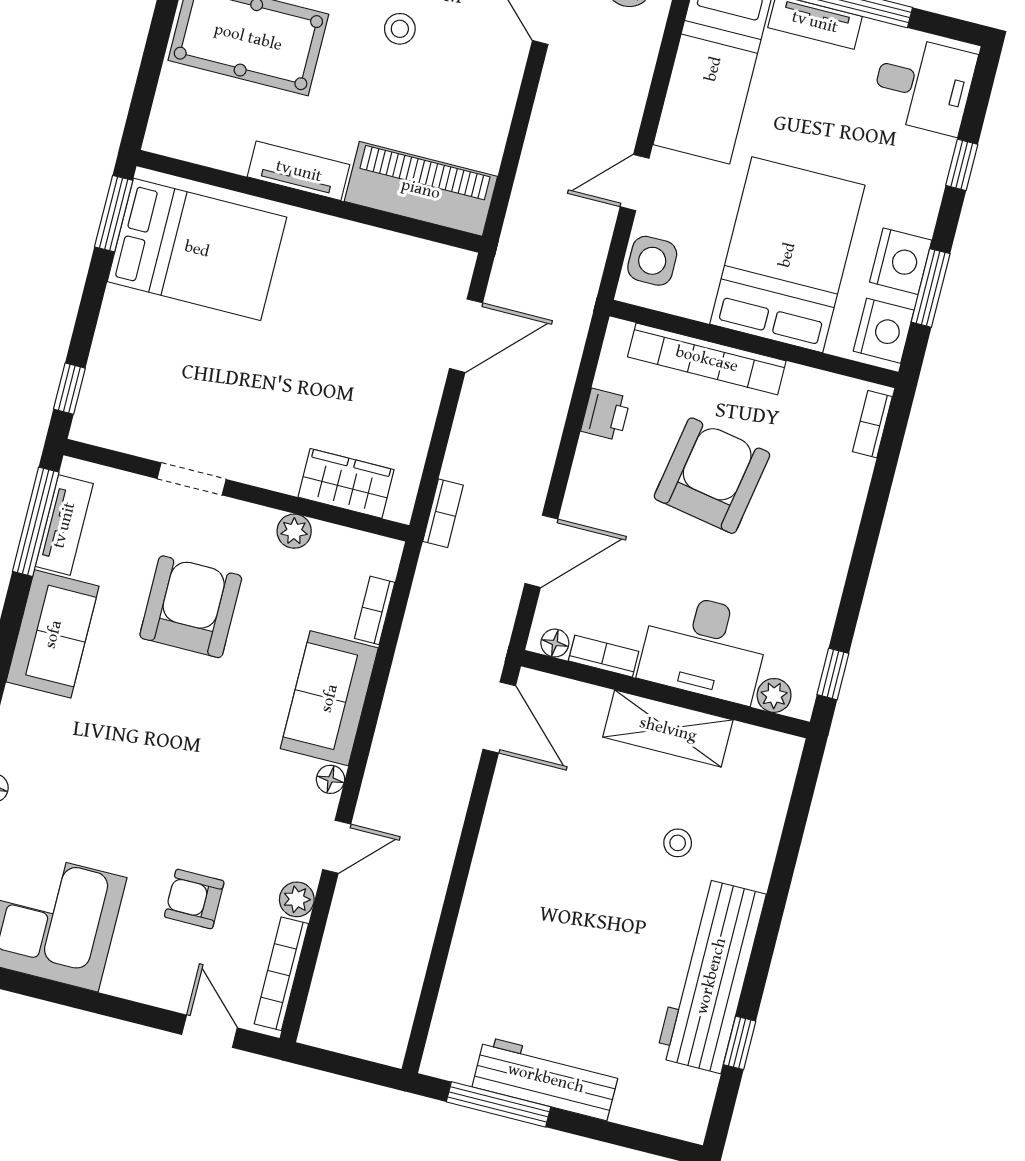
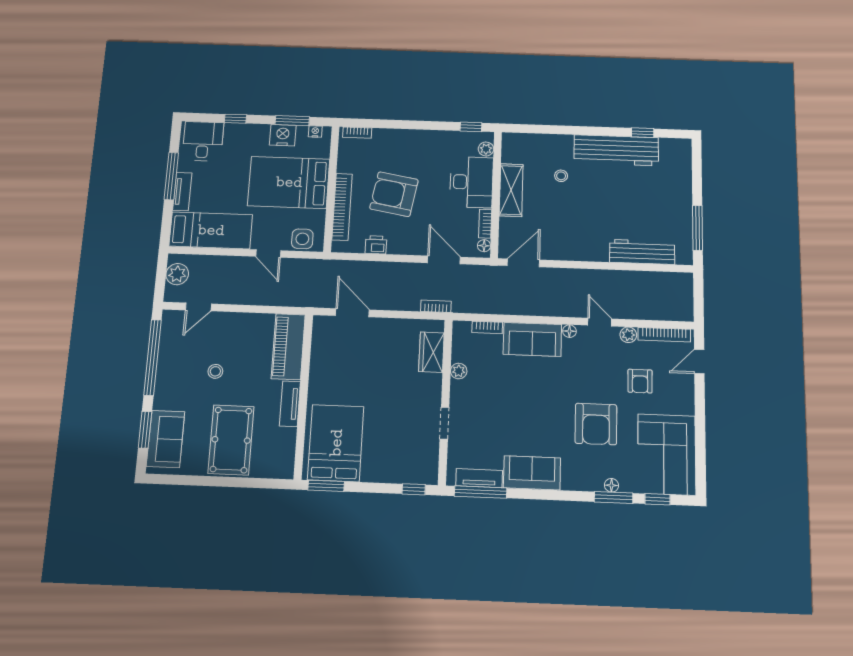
nightstand: (884, 331) -> (315, 132), width x0.53, depth x0.56
armchair: (191, 607) -> (596, 424), moved, turned -90
workbench: (546, 1078) -> (642, 252), moved, turned 90

